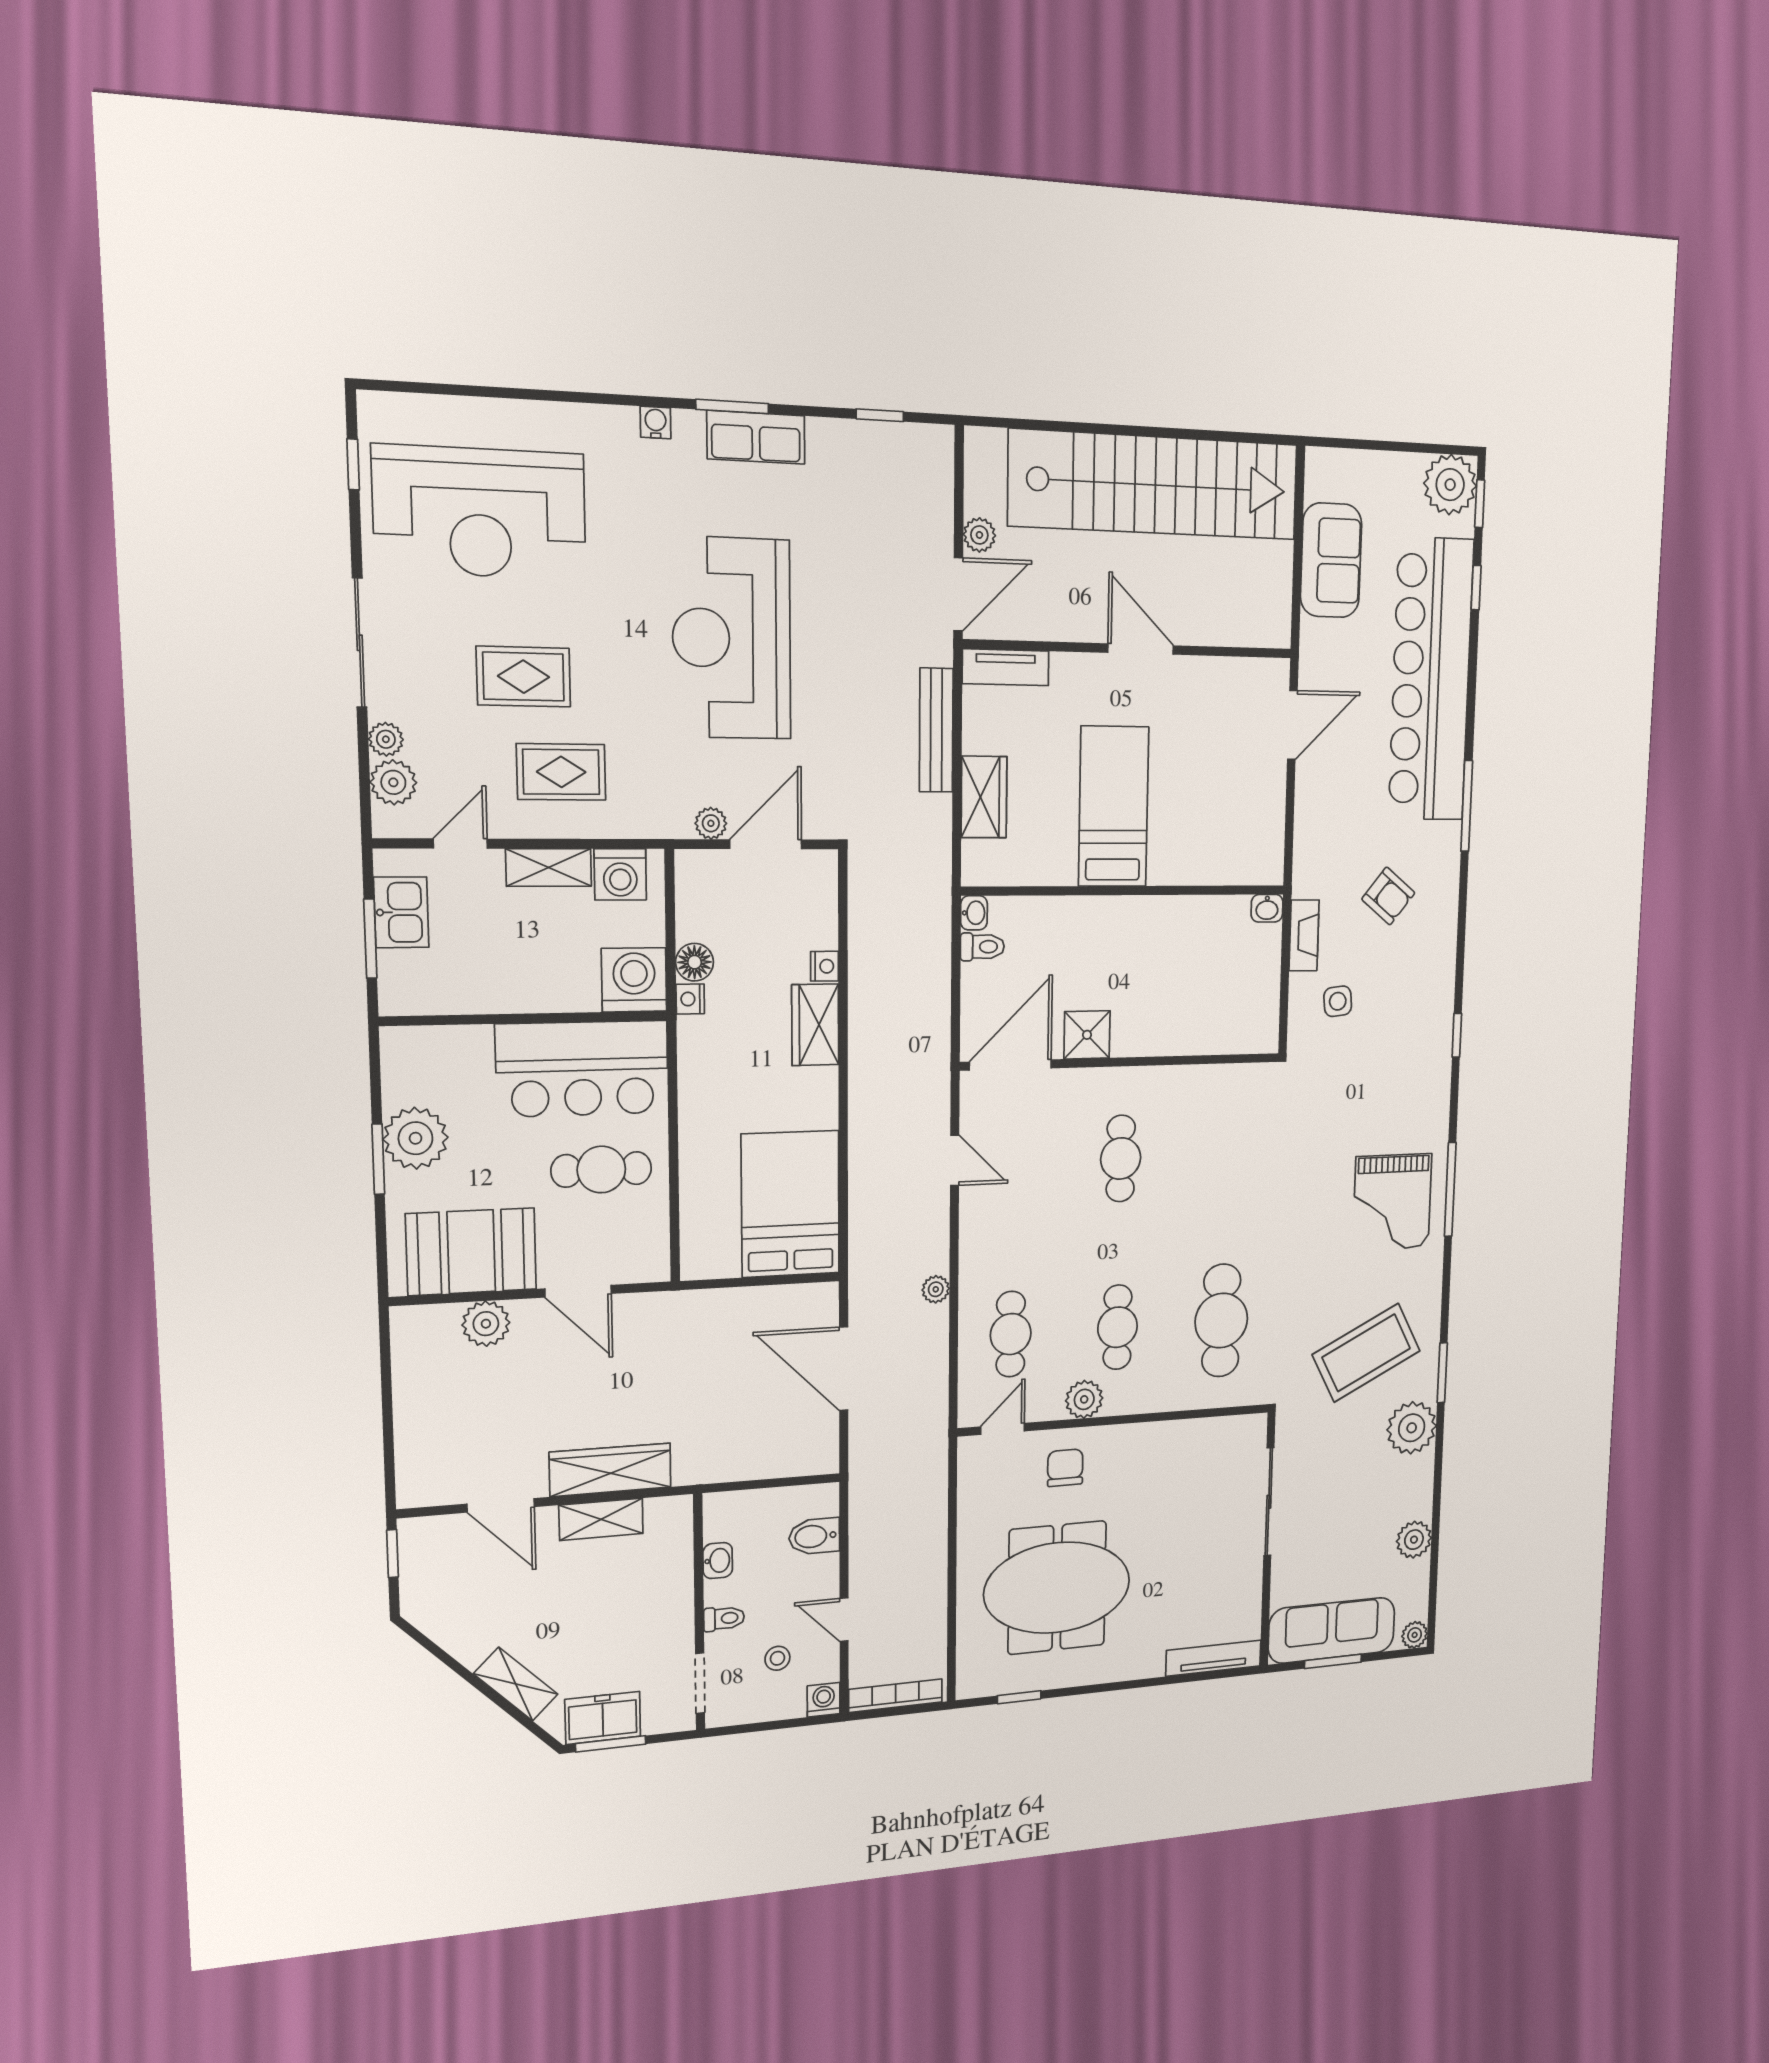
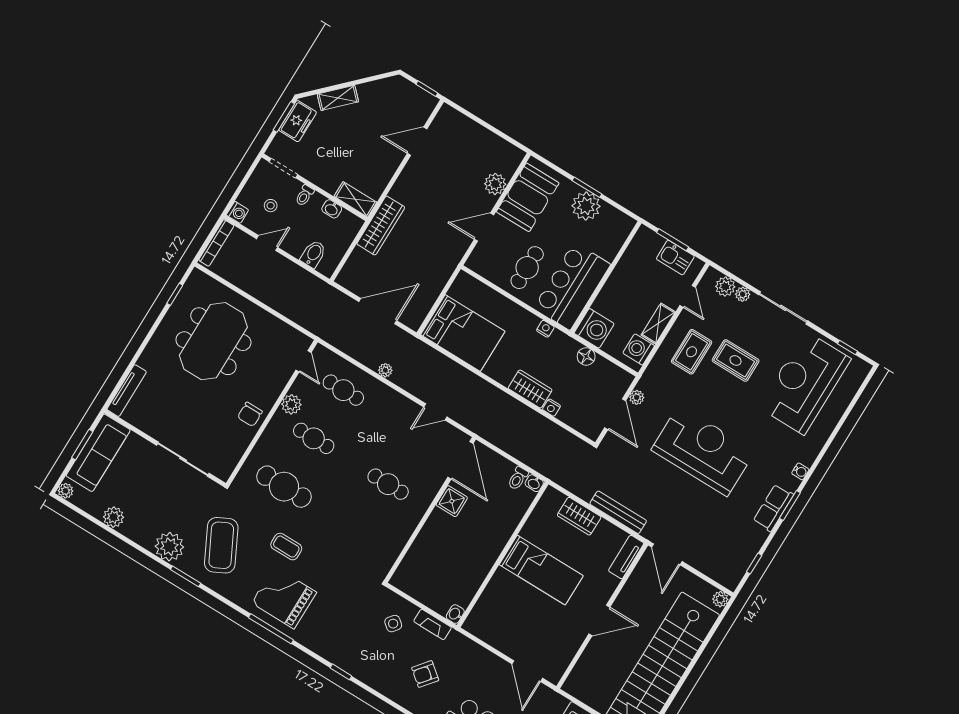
plant: (979, 535) -> (720, 599), moved
rug: (524, 677) -> (736, 360), turned 90
nightstand: (690, 999) -> (545, 329), moved
side table: (1338, 1001) -> (393, 624), turned 45
coffee table: (1312, 1253) -> (286, 547), added
chair: (1065, 1468) -> (250, 414), moved, turned 90
wardrobe: (610, 1470) -> (381, 226), moved
shelving: (601, 1519) -> (355, 199), moved, turned 90

